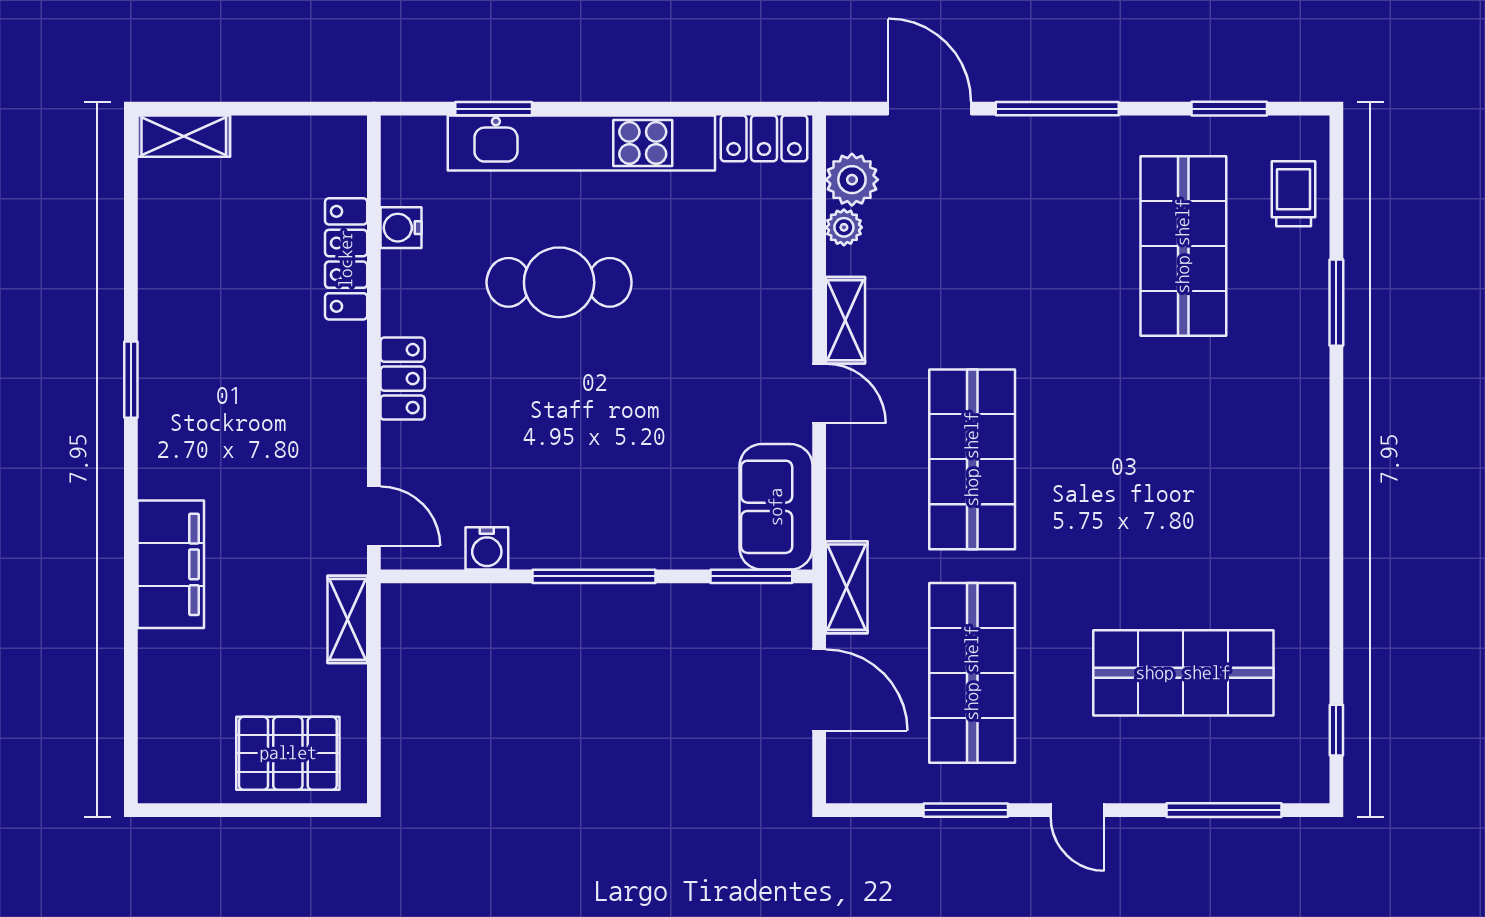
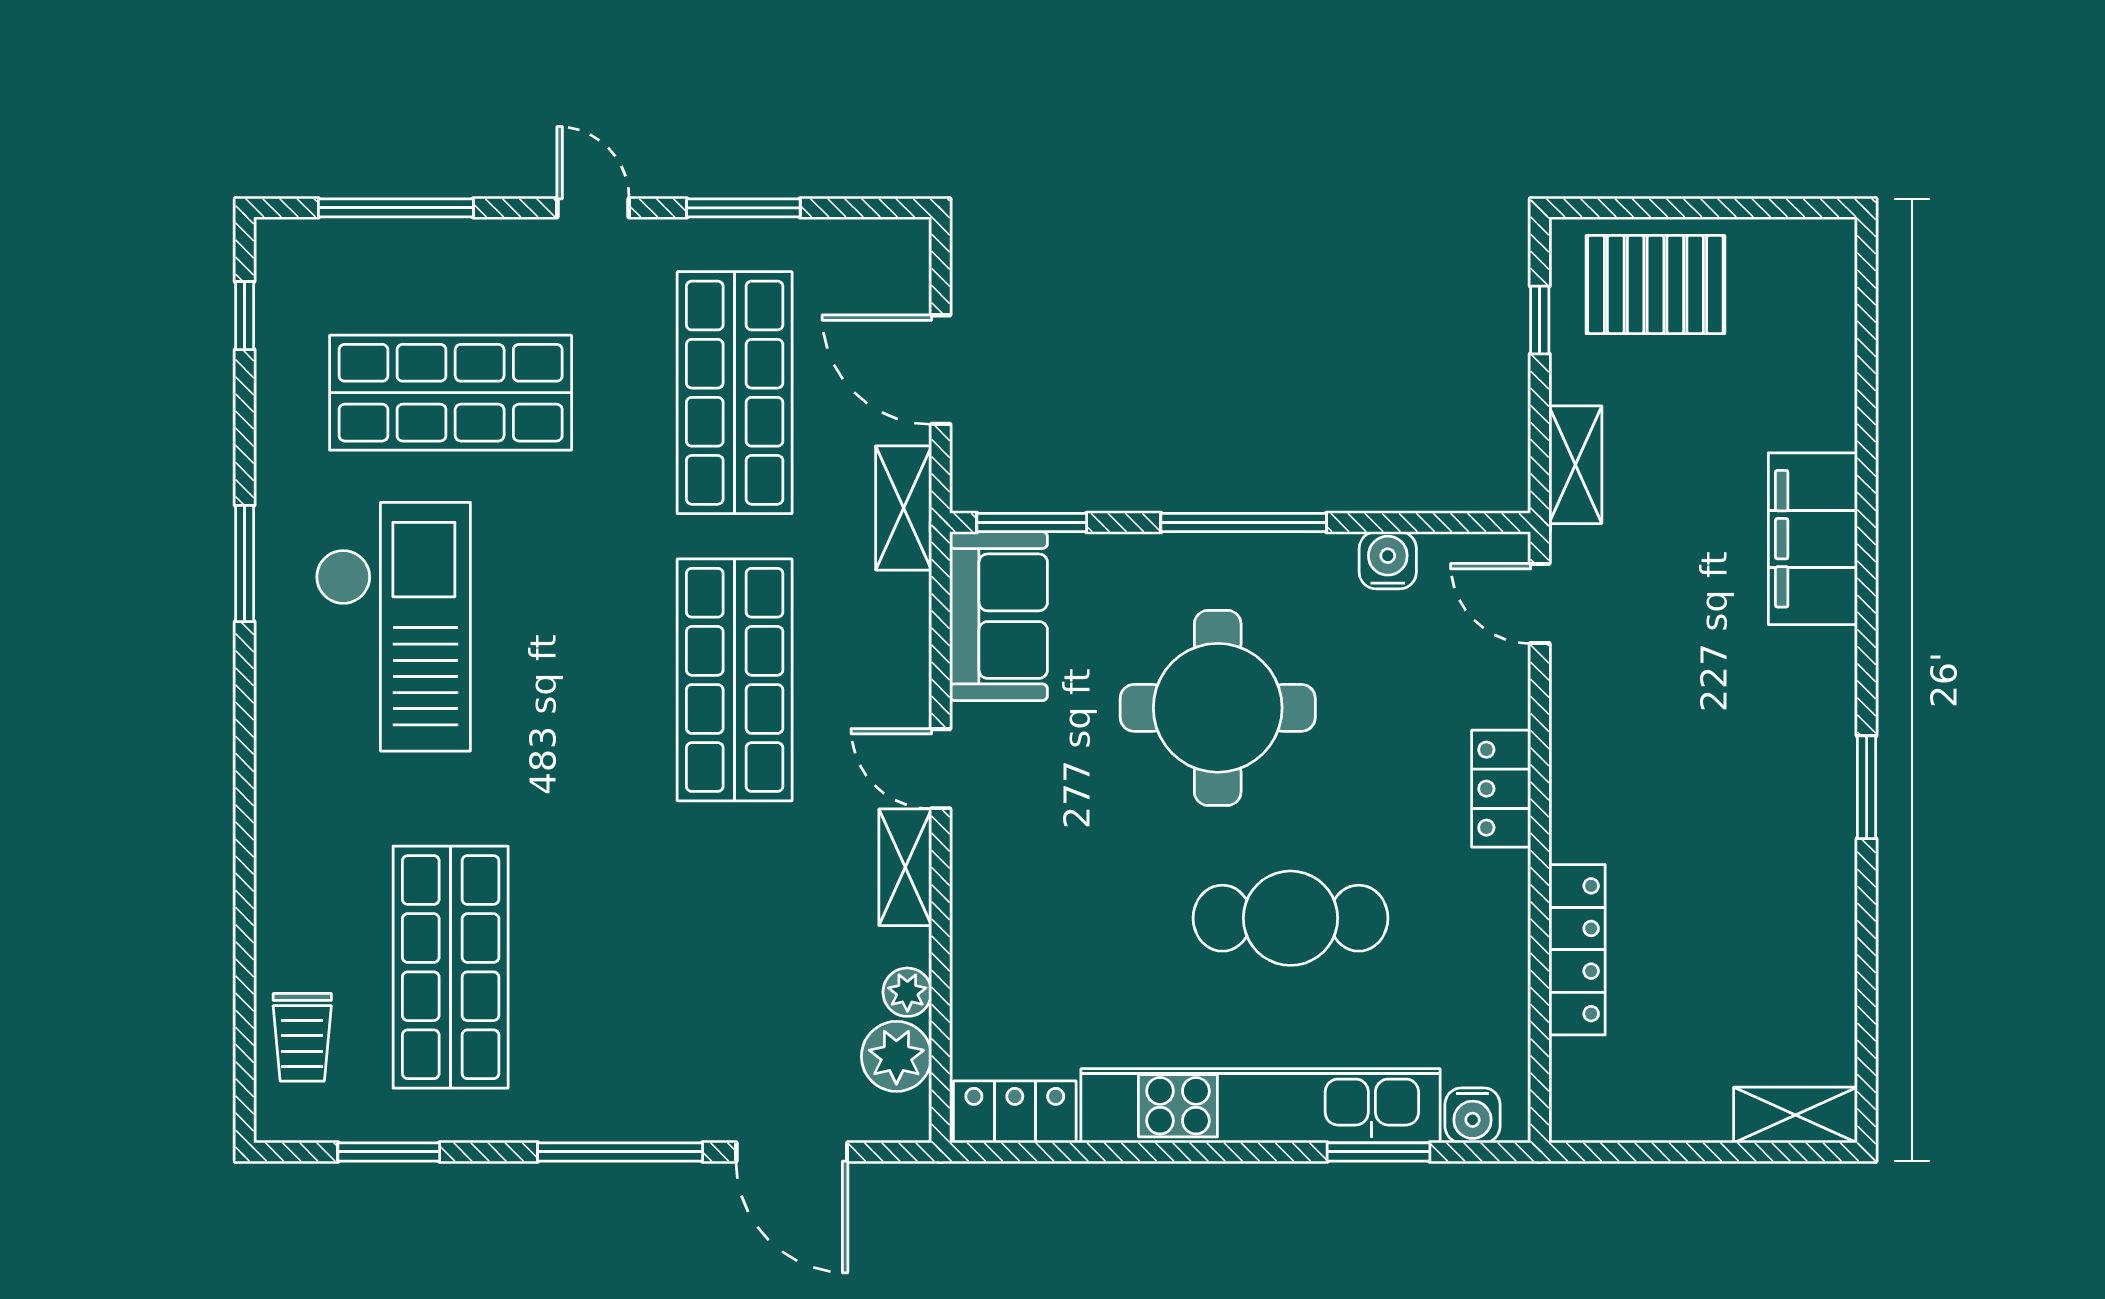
water cooler: (401, 228) -> (1473, 1115), moved, turned 90
window: (1336, 303) -> (245, 564), moved
round table: (613, 439) -> (1218, 708), added
checkout: (1226, 499) -> (393, 627), added
window: (374, 727) -> (1540, 320), added

